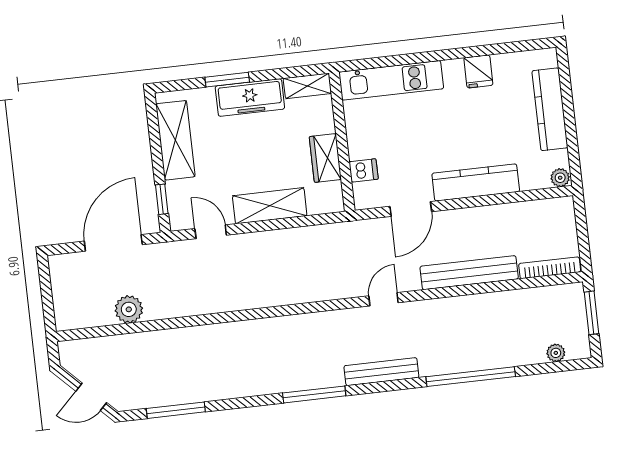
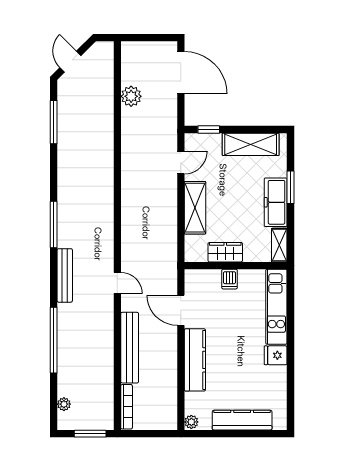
fridge: (478, 71) -> (276, 355), moved
dishwasher: (364, 170) -> (230, 279), moved
door: (113, 243) -> (181, 73), moved

